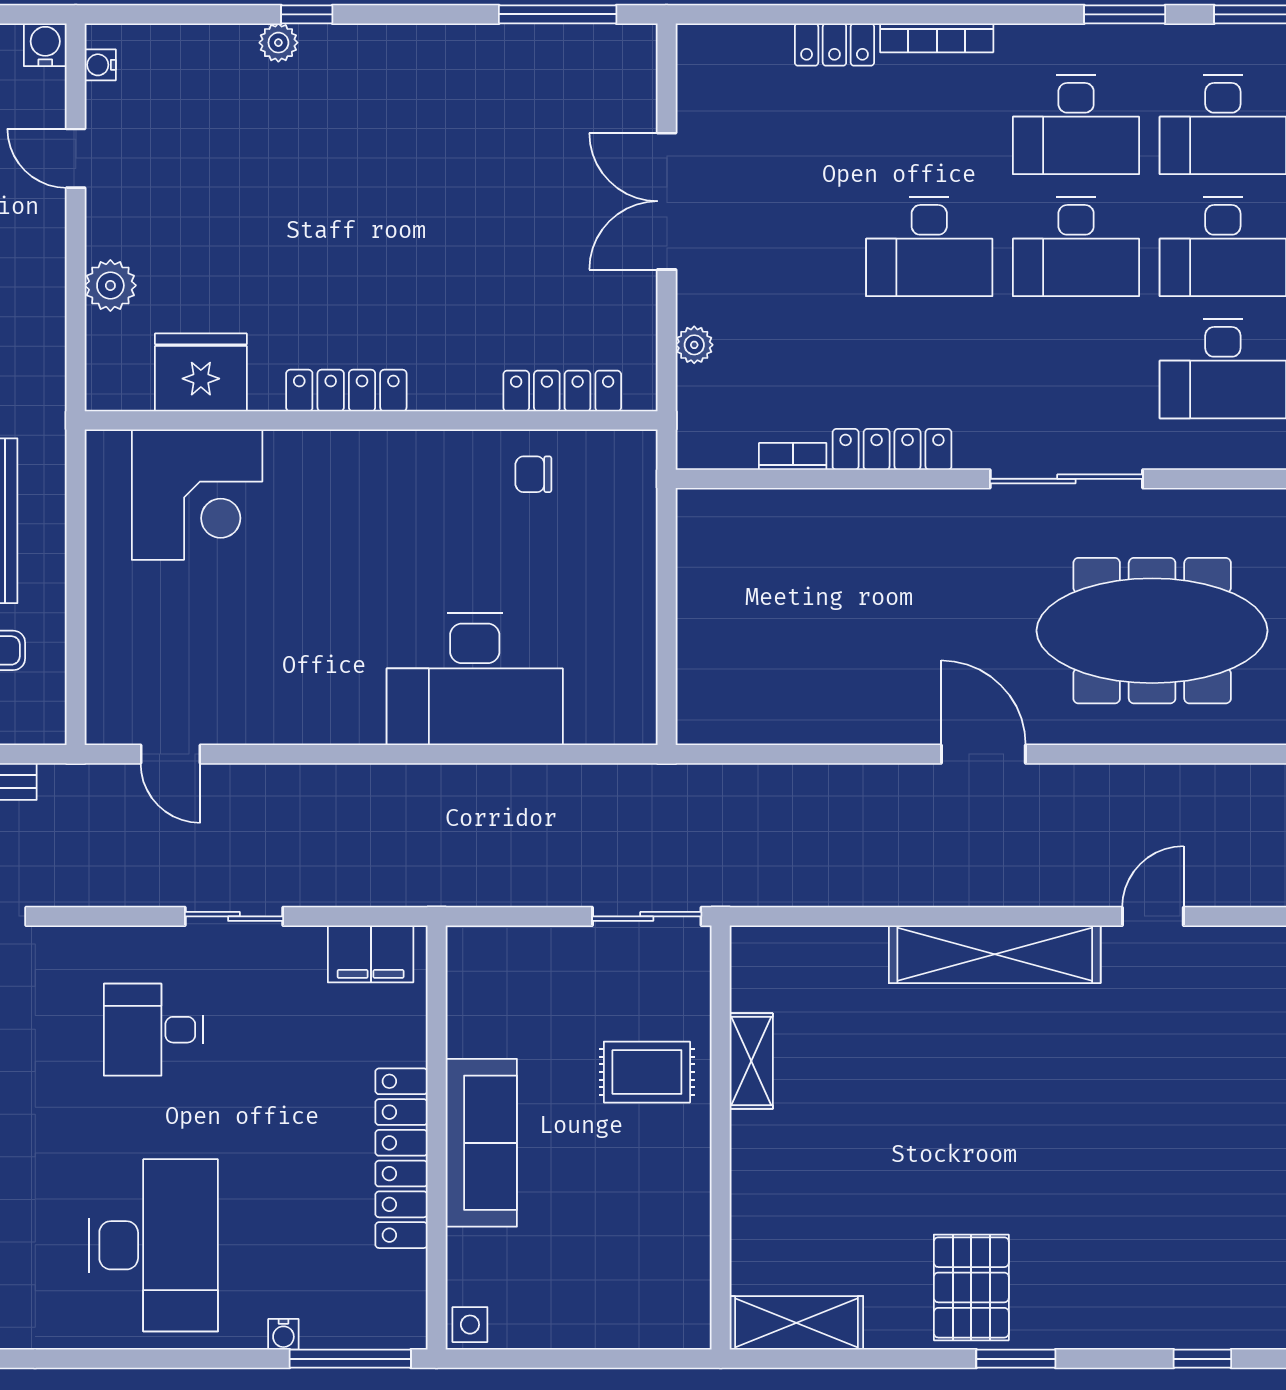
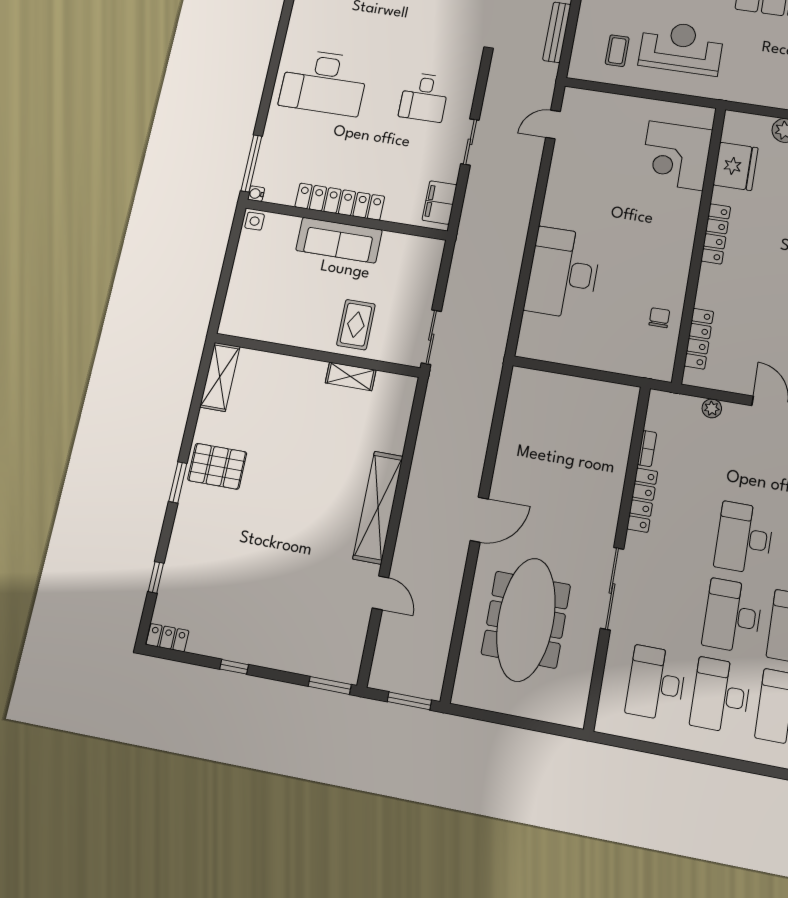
desk: (153, 1030) -> (424, 97), turned 180
water cooler: (283, 1334) -> (256, 194), moved

